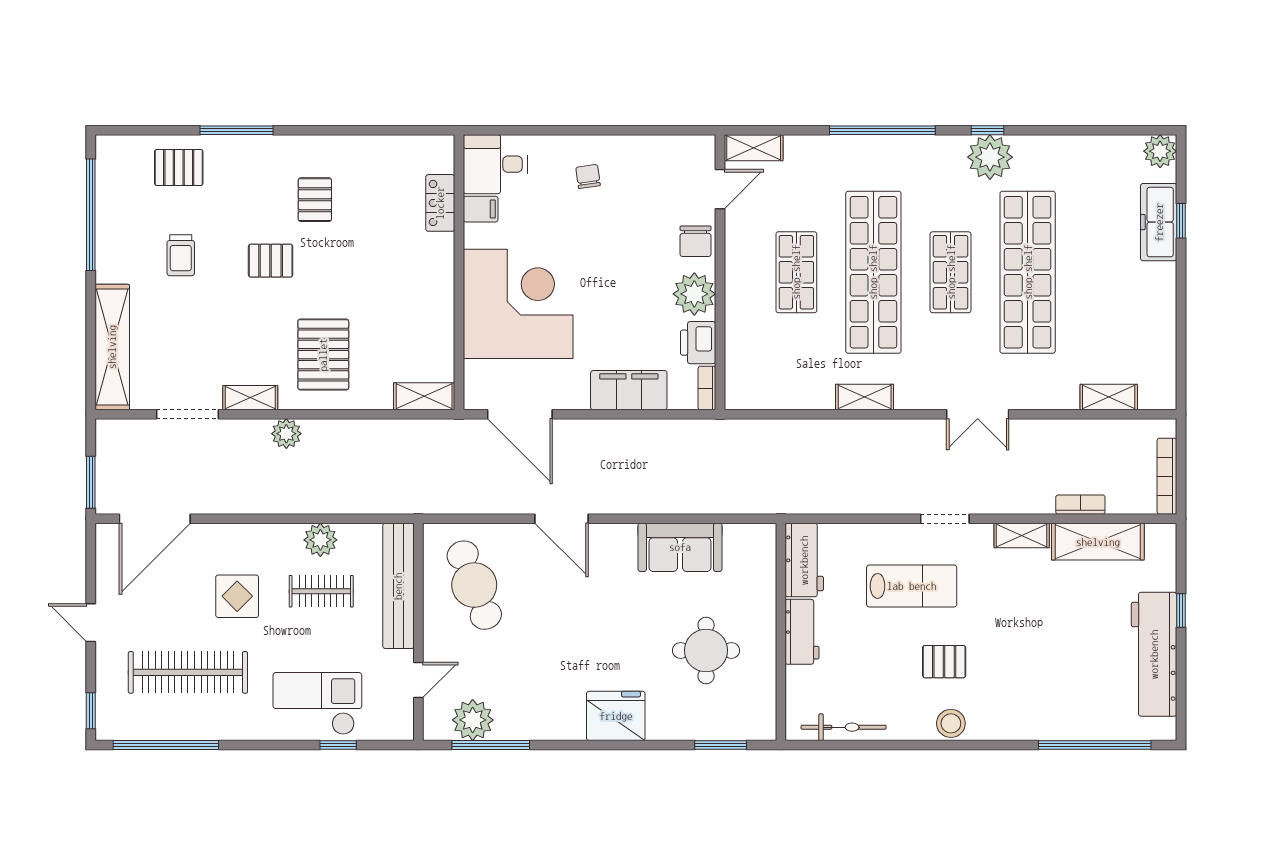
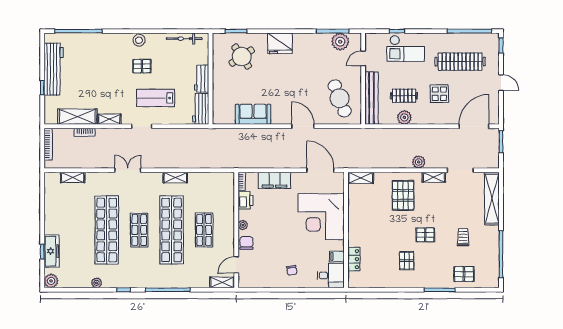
plant: (990, 157) -> (97, 283), moved, width x0.53, depth x0.53
plant: (694, 294) -> (243, 225), width x0.53, depth x0.53
round table: (706, 650) -> (242, 57), moved, turned -34

